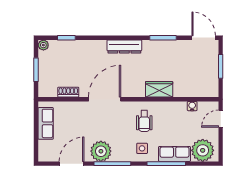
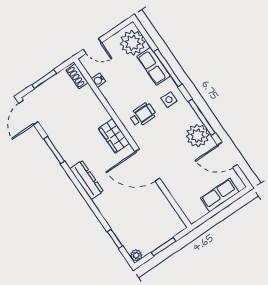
wardrobe: (159, 89) -> (114, 136), moved
shoe rack: (68, 92) -> (77, 76), moved
row of seats: (46, 123) -> (220, 195), moved

